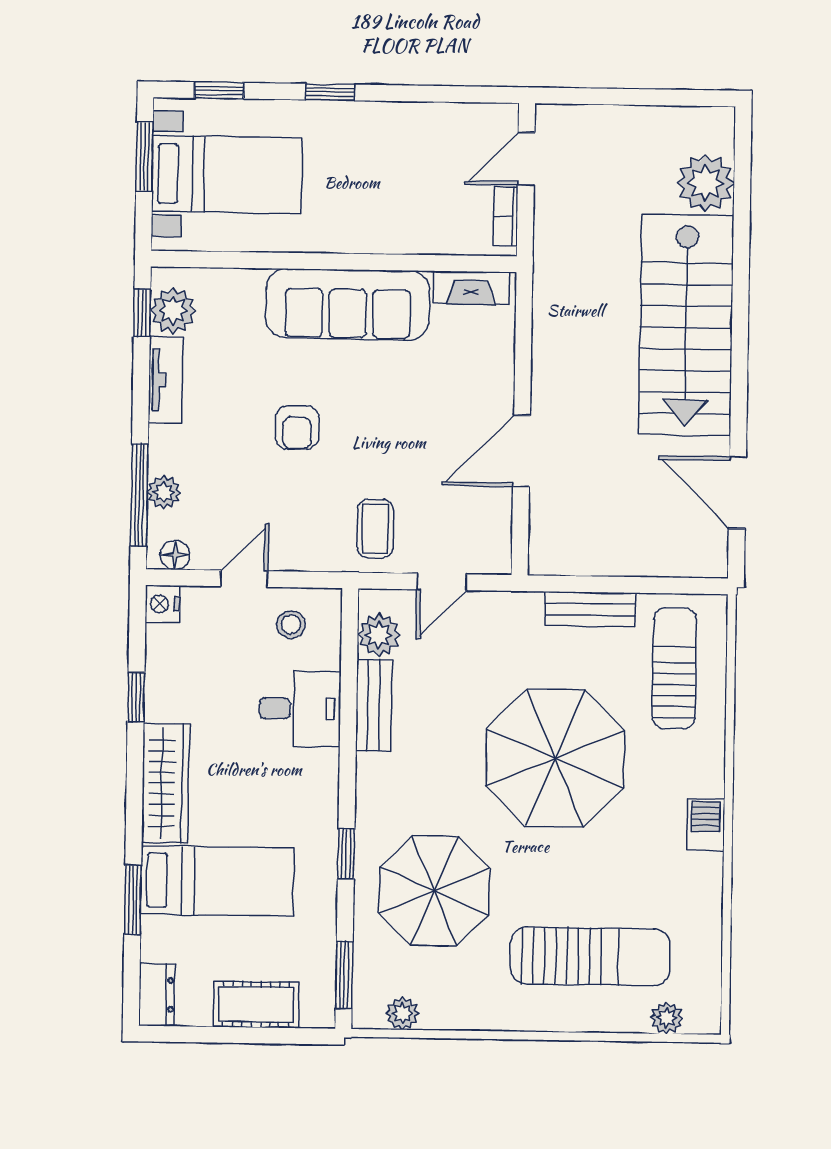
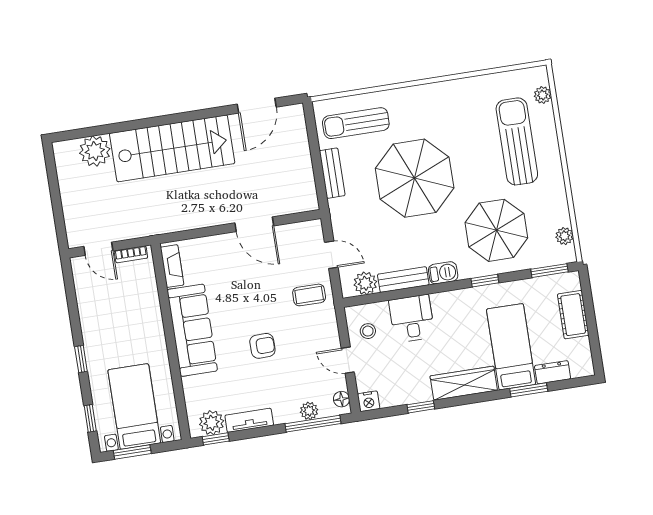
barbecue: (706, 825) -> (443, 273), moved, turned 180
dresser: (157, 995) -> (553, 372), moved

